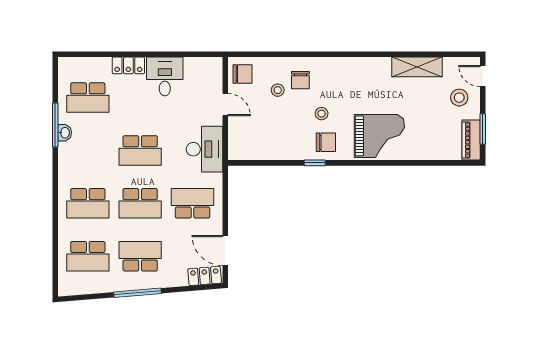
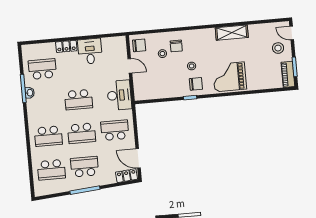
shelving: (417, 67) -> (232, 33), moved
school desk: (88, 98) -> (42, 69), turned 180
grand piano: (379, 136) -> (229, 77), turned 180

